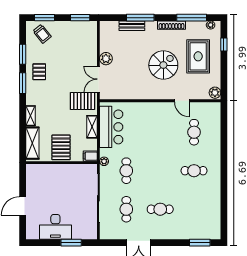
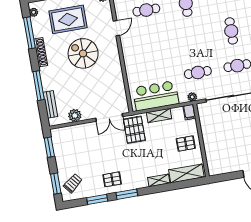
bench: (132, 26) -> (50, 104), moved
plant: (106, 59) -> (75, 115), moved
pallet: (61, 147) -> (186, 144), width x0.67, depth x0.71

